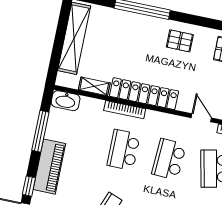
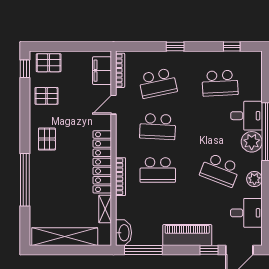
window: (40, 131) -> (143, 250), moved

